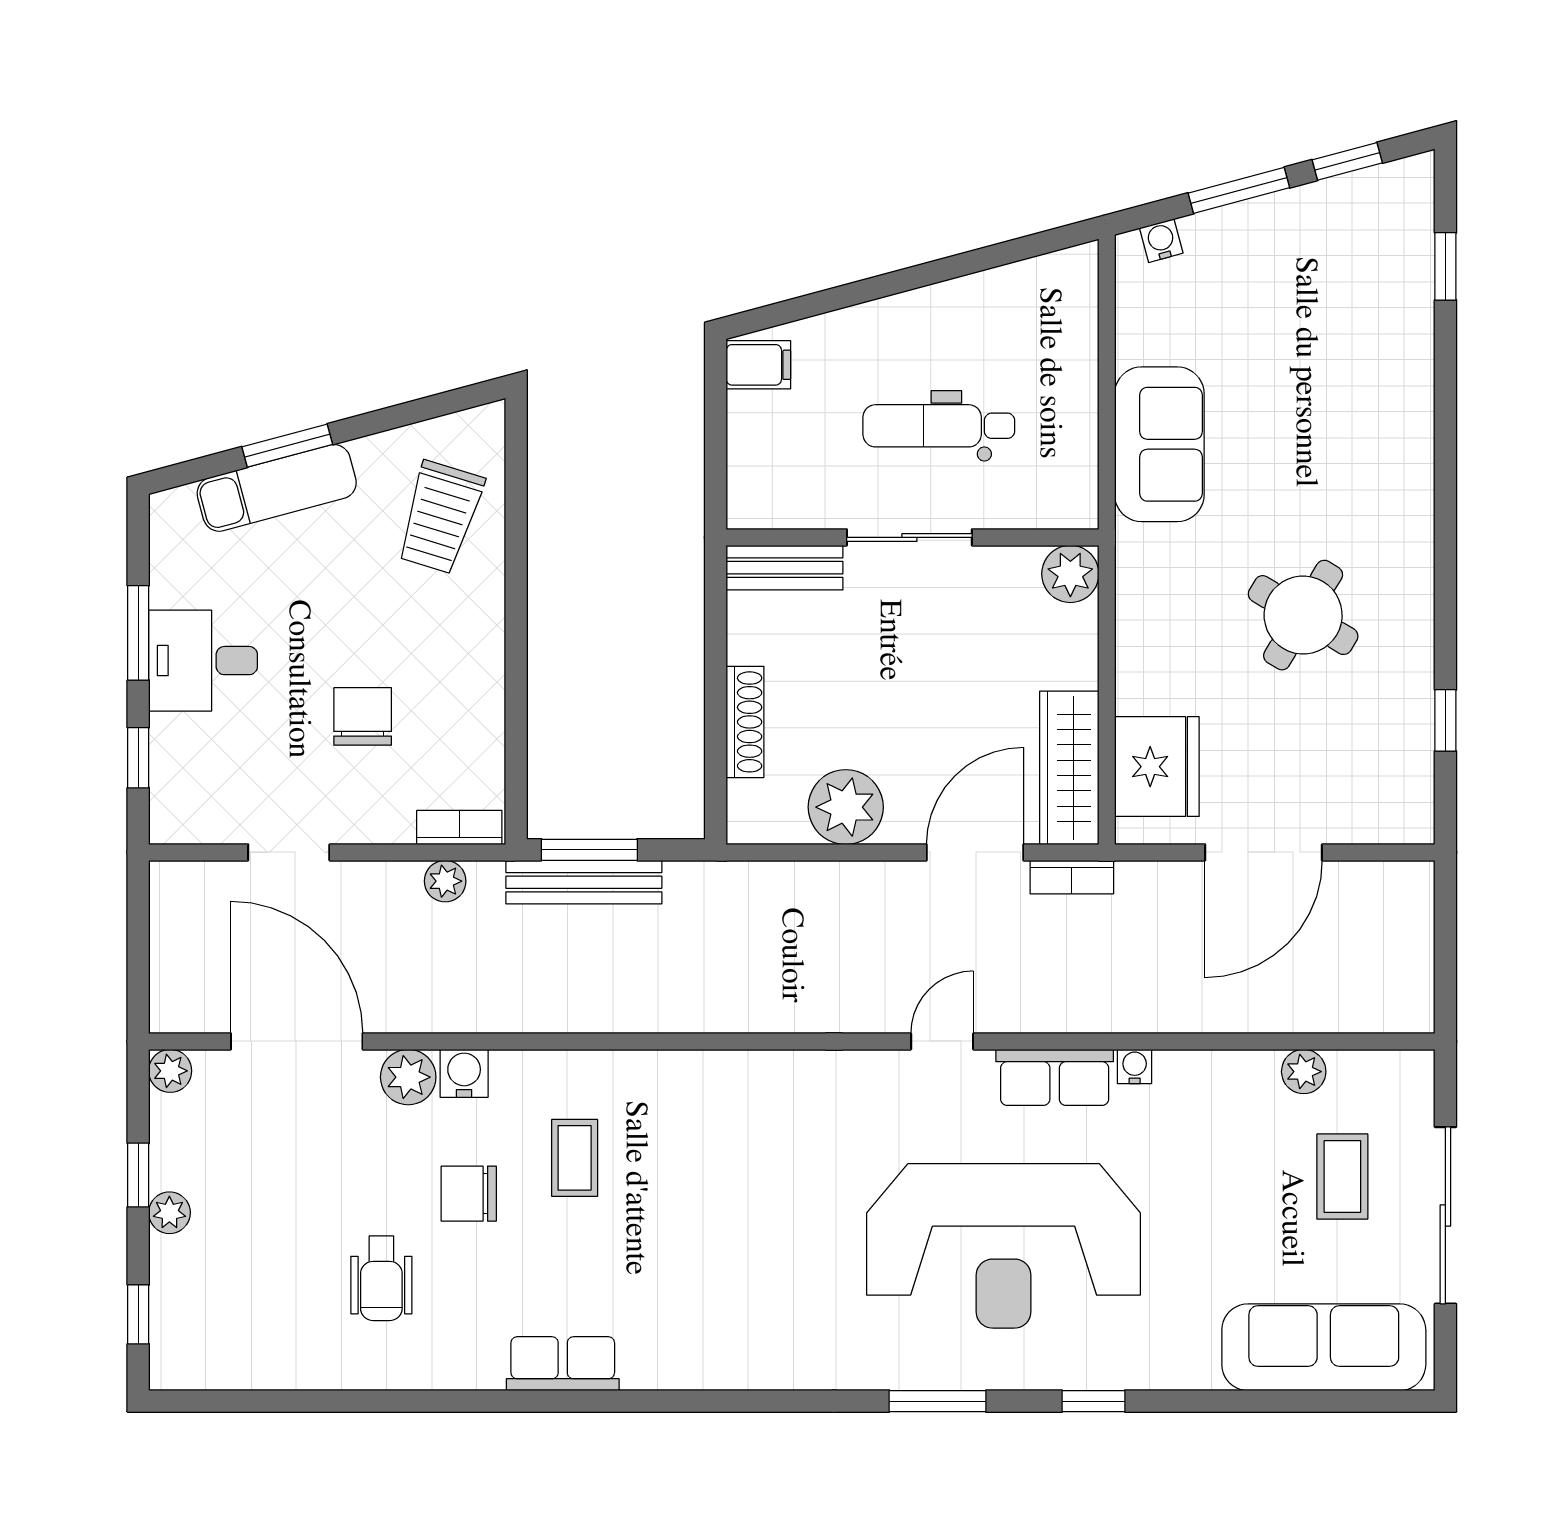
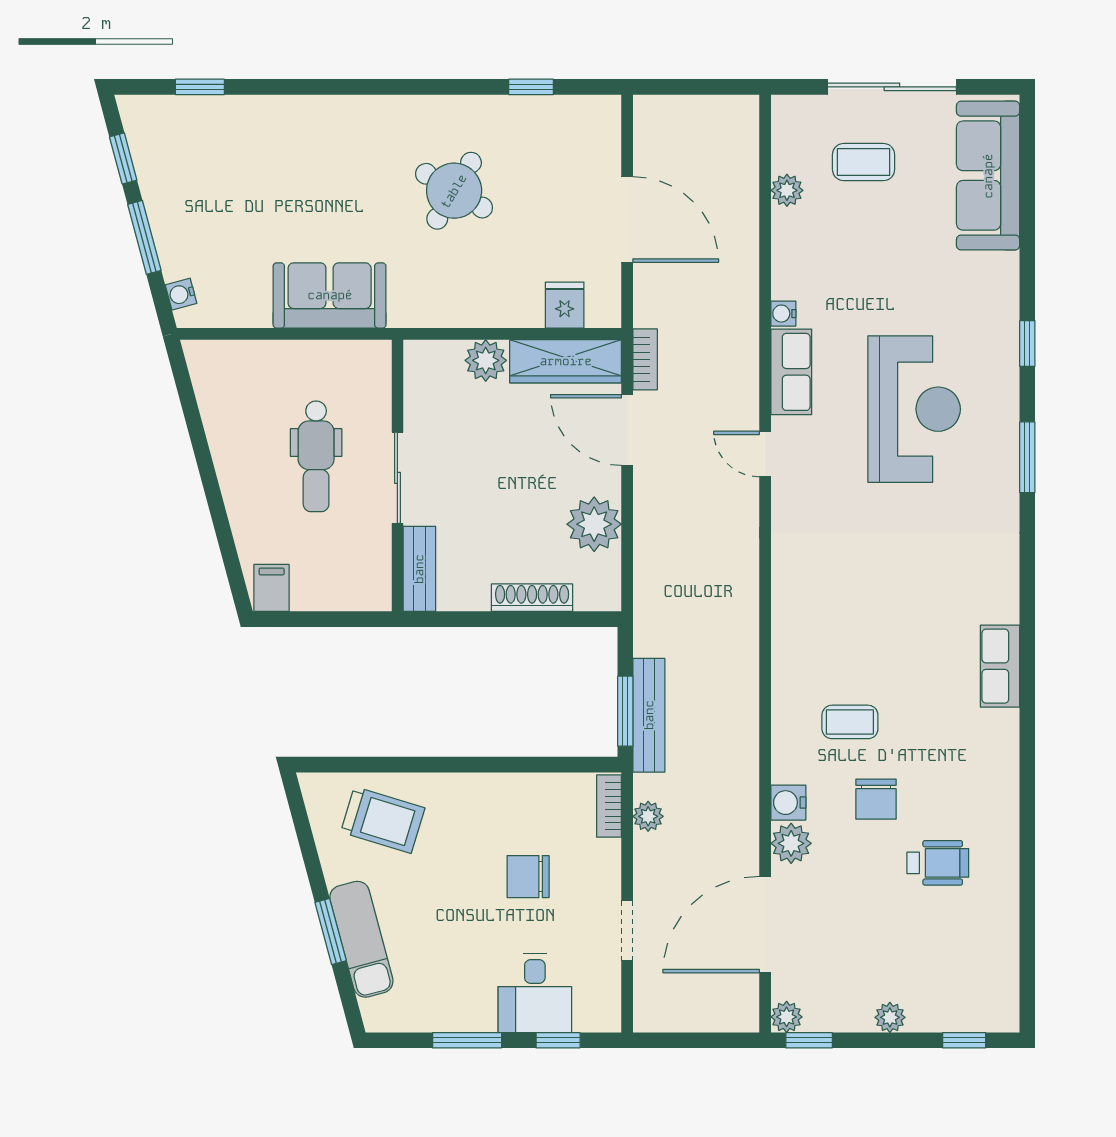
plant: (1070, 574) -> (486, 360), moved
desk: (203, 661) -> (535, 993), moved
fridge: (1157, 767) -> (565, 305), width x0.53, depth x0.75
window: (138, 1175) -> (809, 1040), moved
reception desk: (1004, 1246) -> (914, 409), width x0.74, depth x0.77
row of seats: (563, 1364) -> (1000, 666), moved

